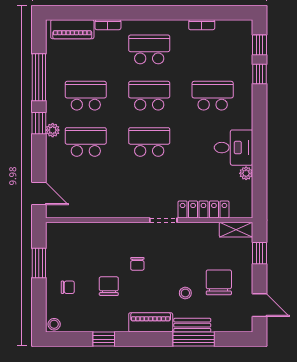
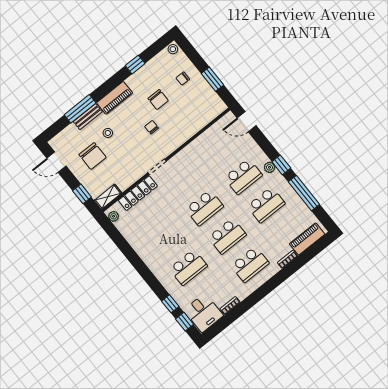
desk: (234, 148) -> (204, 313), moved, turned -90
plant: (246, 173) -> (114, 216), moved

